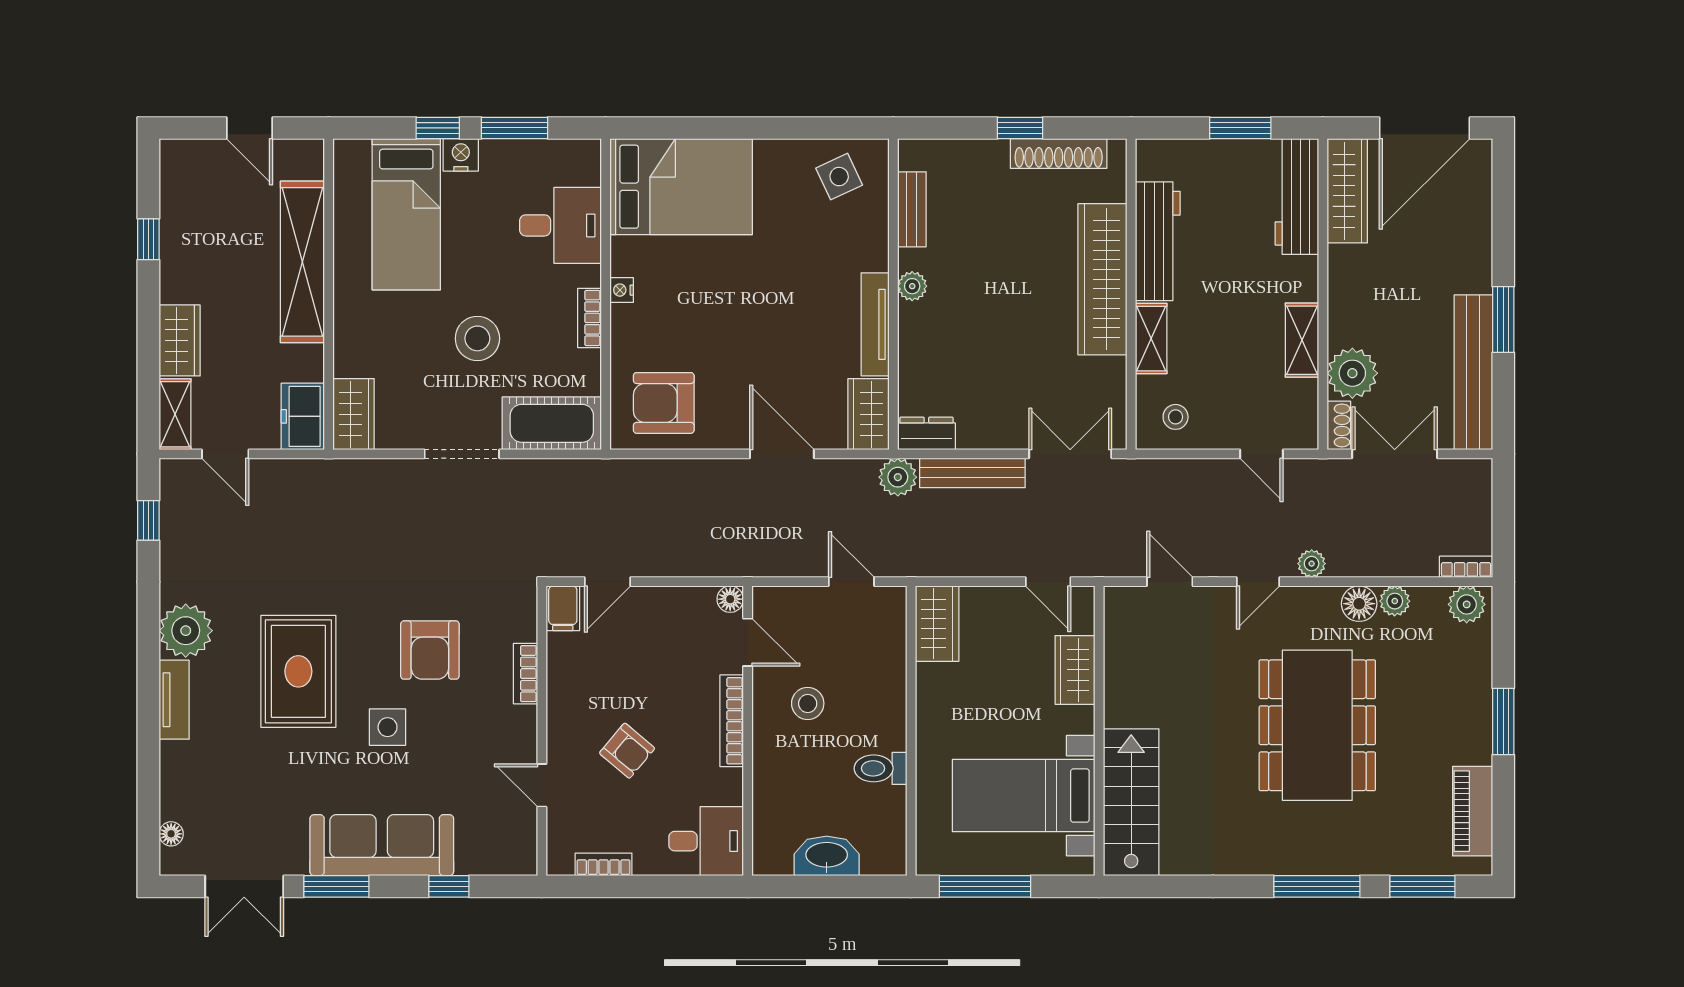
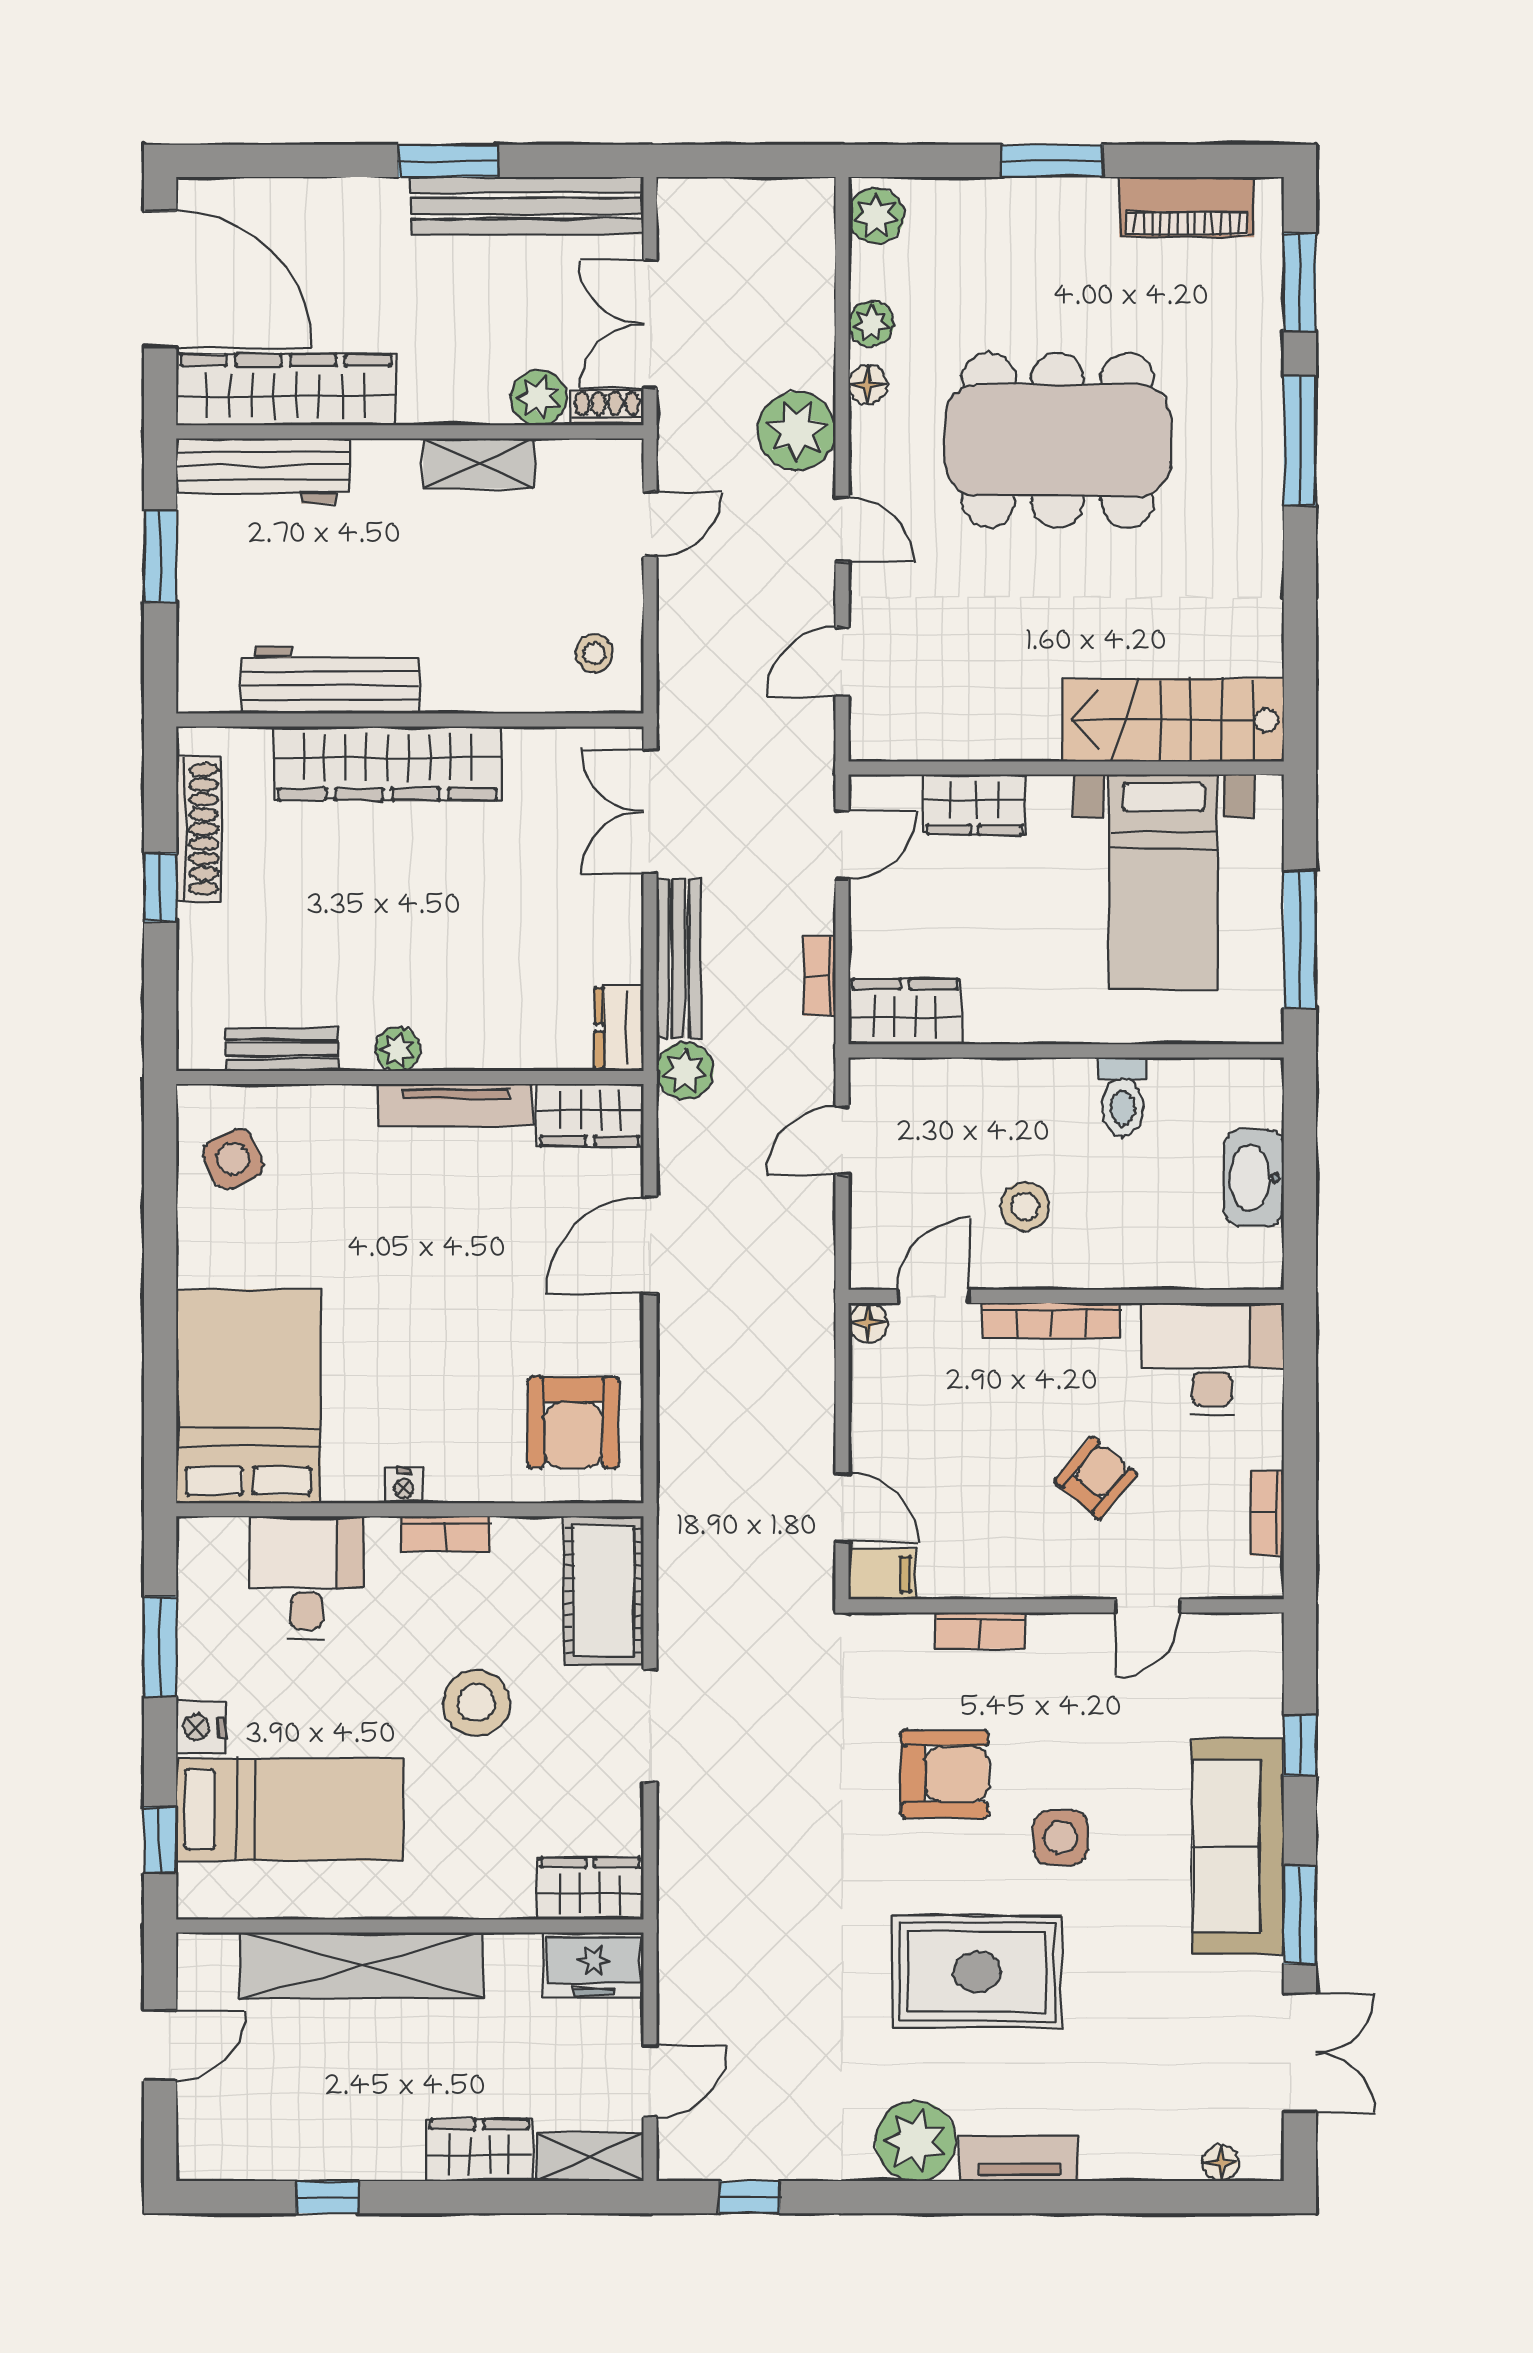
window: (438, 128) -> (160, 1840), moved
wardrobe: (1347, 191) -> (286, 390), width x1.40, depth x1.17
shelving: (1151, 339) -> (477, 690), removed
plant: (1352, 373) -> (539, 398), width x0.73, depth x0.73
plant: (1312, 564) -> (797, 431), width x1.87, depth x1.87
bookcase: (1466, 567) -> (820, 976), moved
floor lamp: (1359, 604) -> (868, 385), width x0.73, depth x0.73
desk: (706, 841) -> (1213, 1359), width x1.37

